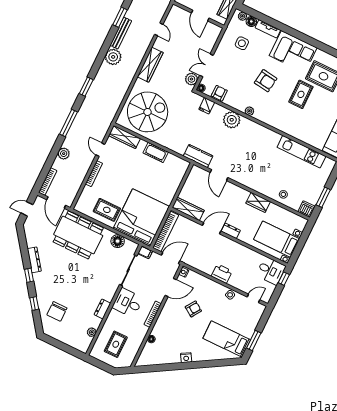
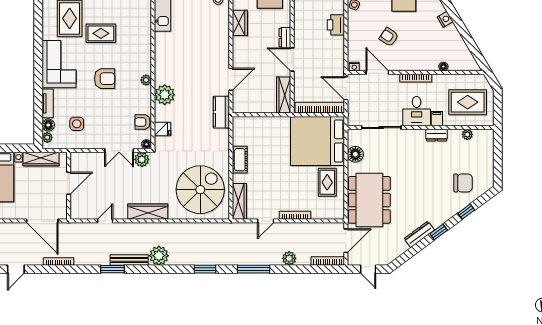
armchair: (266, 81) -> (105, 79), turned 82
spiral stairs: (148, 112) -> (200, 190), turned 90
filing cabinet: (145, 252) -> (437, 119), moved
rug: (116, 344) -> (468, 102), width x1.36, depth x1.43

